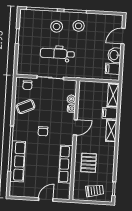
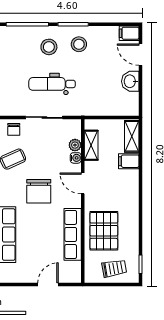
door: (123, 36) -> (141, 55), hinge flipped
filing cabinet: (113, 69) -> (129, 33), moved
door: (75, 127) -> (83, 183), swing flipped
chair: (43, 131) -> (39, 191), width x1.87, depth x1.87
shelving: (111, 131) -> (91, 145), moved
pallet: (89, 163) -> (104, 231), width x1.50, depth x1.42

